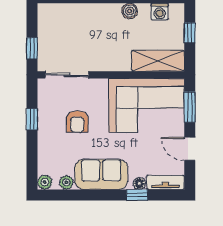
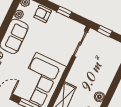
armchair: (77, 122) -> (43, 14), moved

